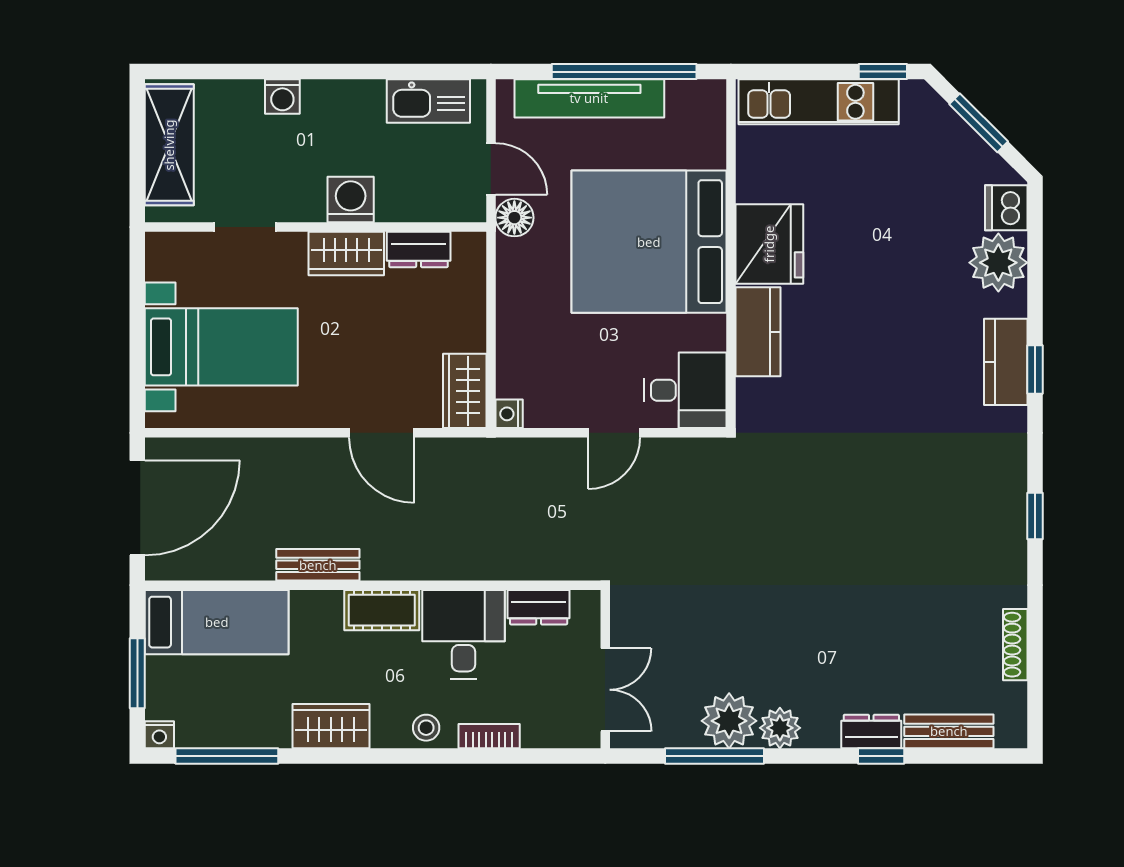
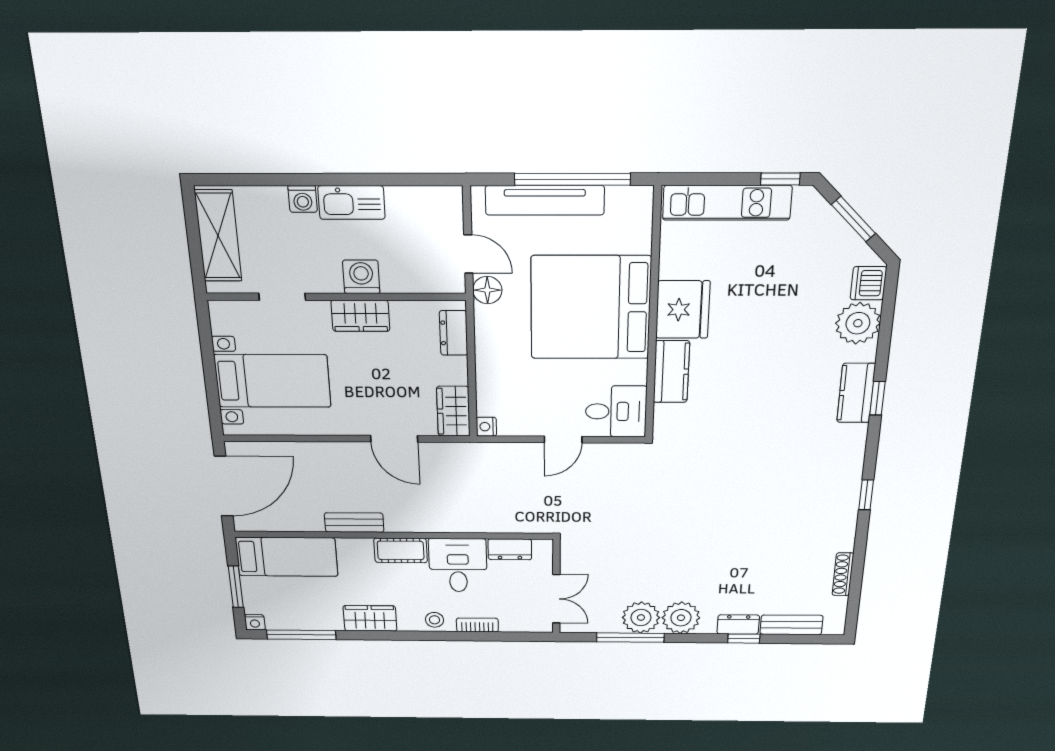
kitchen sink: (428, 101) -> (351, 203), moved
dresser: (419, 249) -> (454, 333), moved, turned 90
plant: (780, 728) -> (681, 618), width x1.36, depth x1.36

